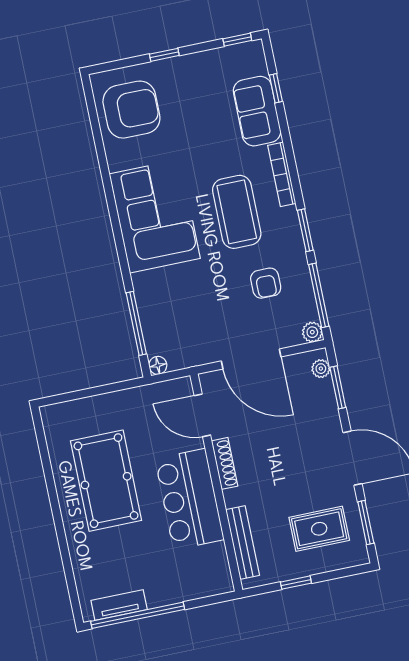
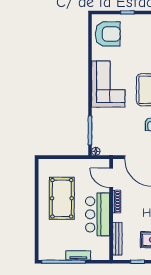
tv unit: (119, 605) -> (78, 255), moved

